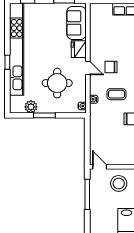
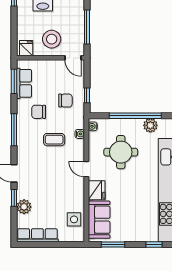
side table: (99, 23) -> (74, 219), added
chair: (111, 67) -> (65, 101), moved
window: (44, 115) -> (135, 116), width x2.11
window: (87, 134) -> (87, 95), added

